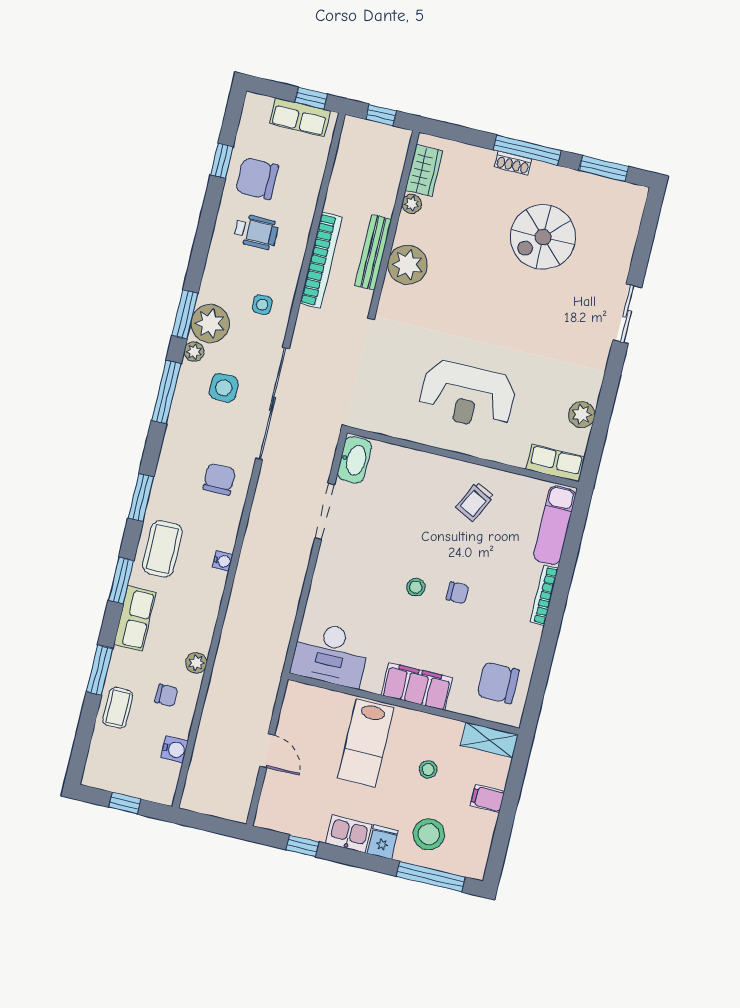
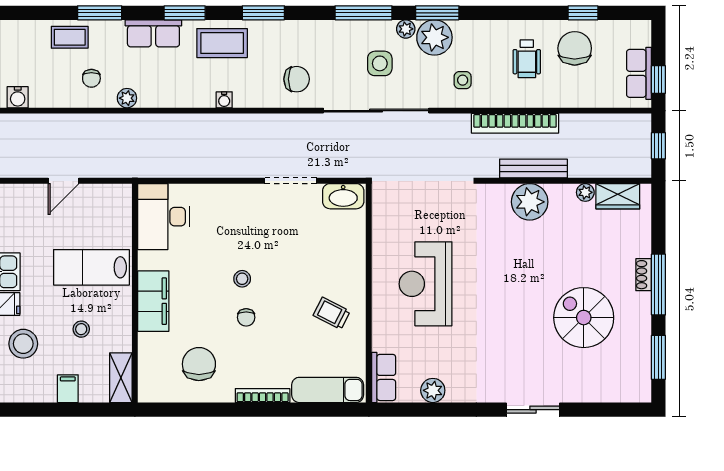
chair: (498, 683) -> (199, 364), moved
water cooler: (175, 749) -> (18, 97), moved

